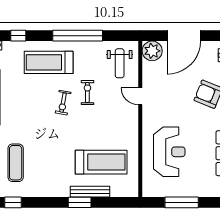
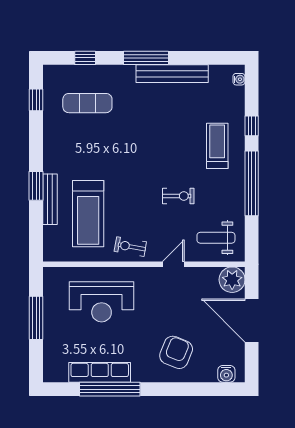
window: (18, 36) -> (252, 126), moved
treadmill: (49, 62) -> (217, 146), width x0.73, depth x0.73
exercise bike: (63, 103) -> (130, 247), moved

